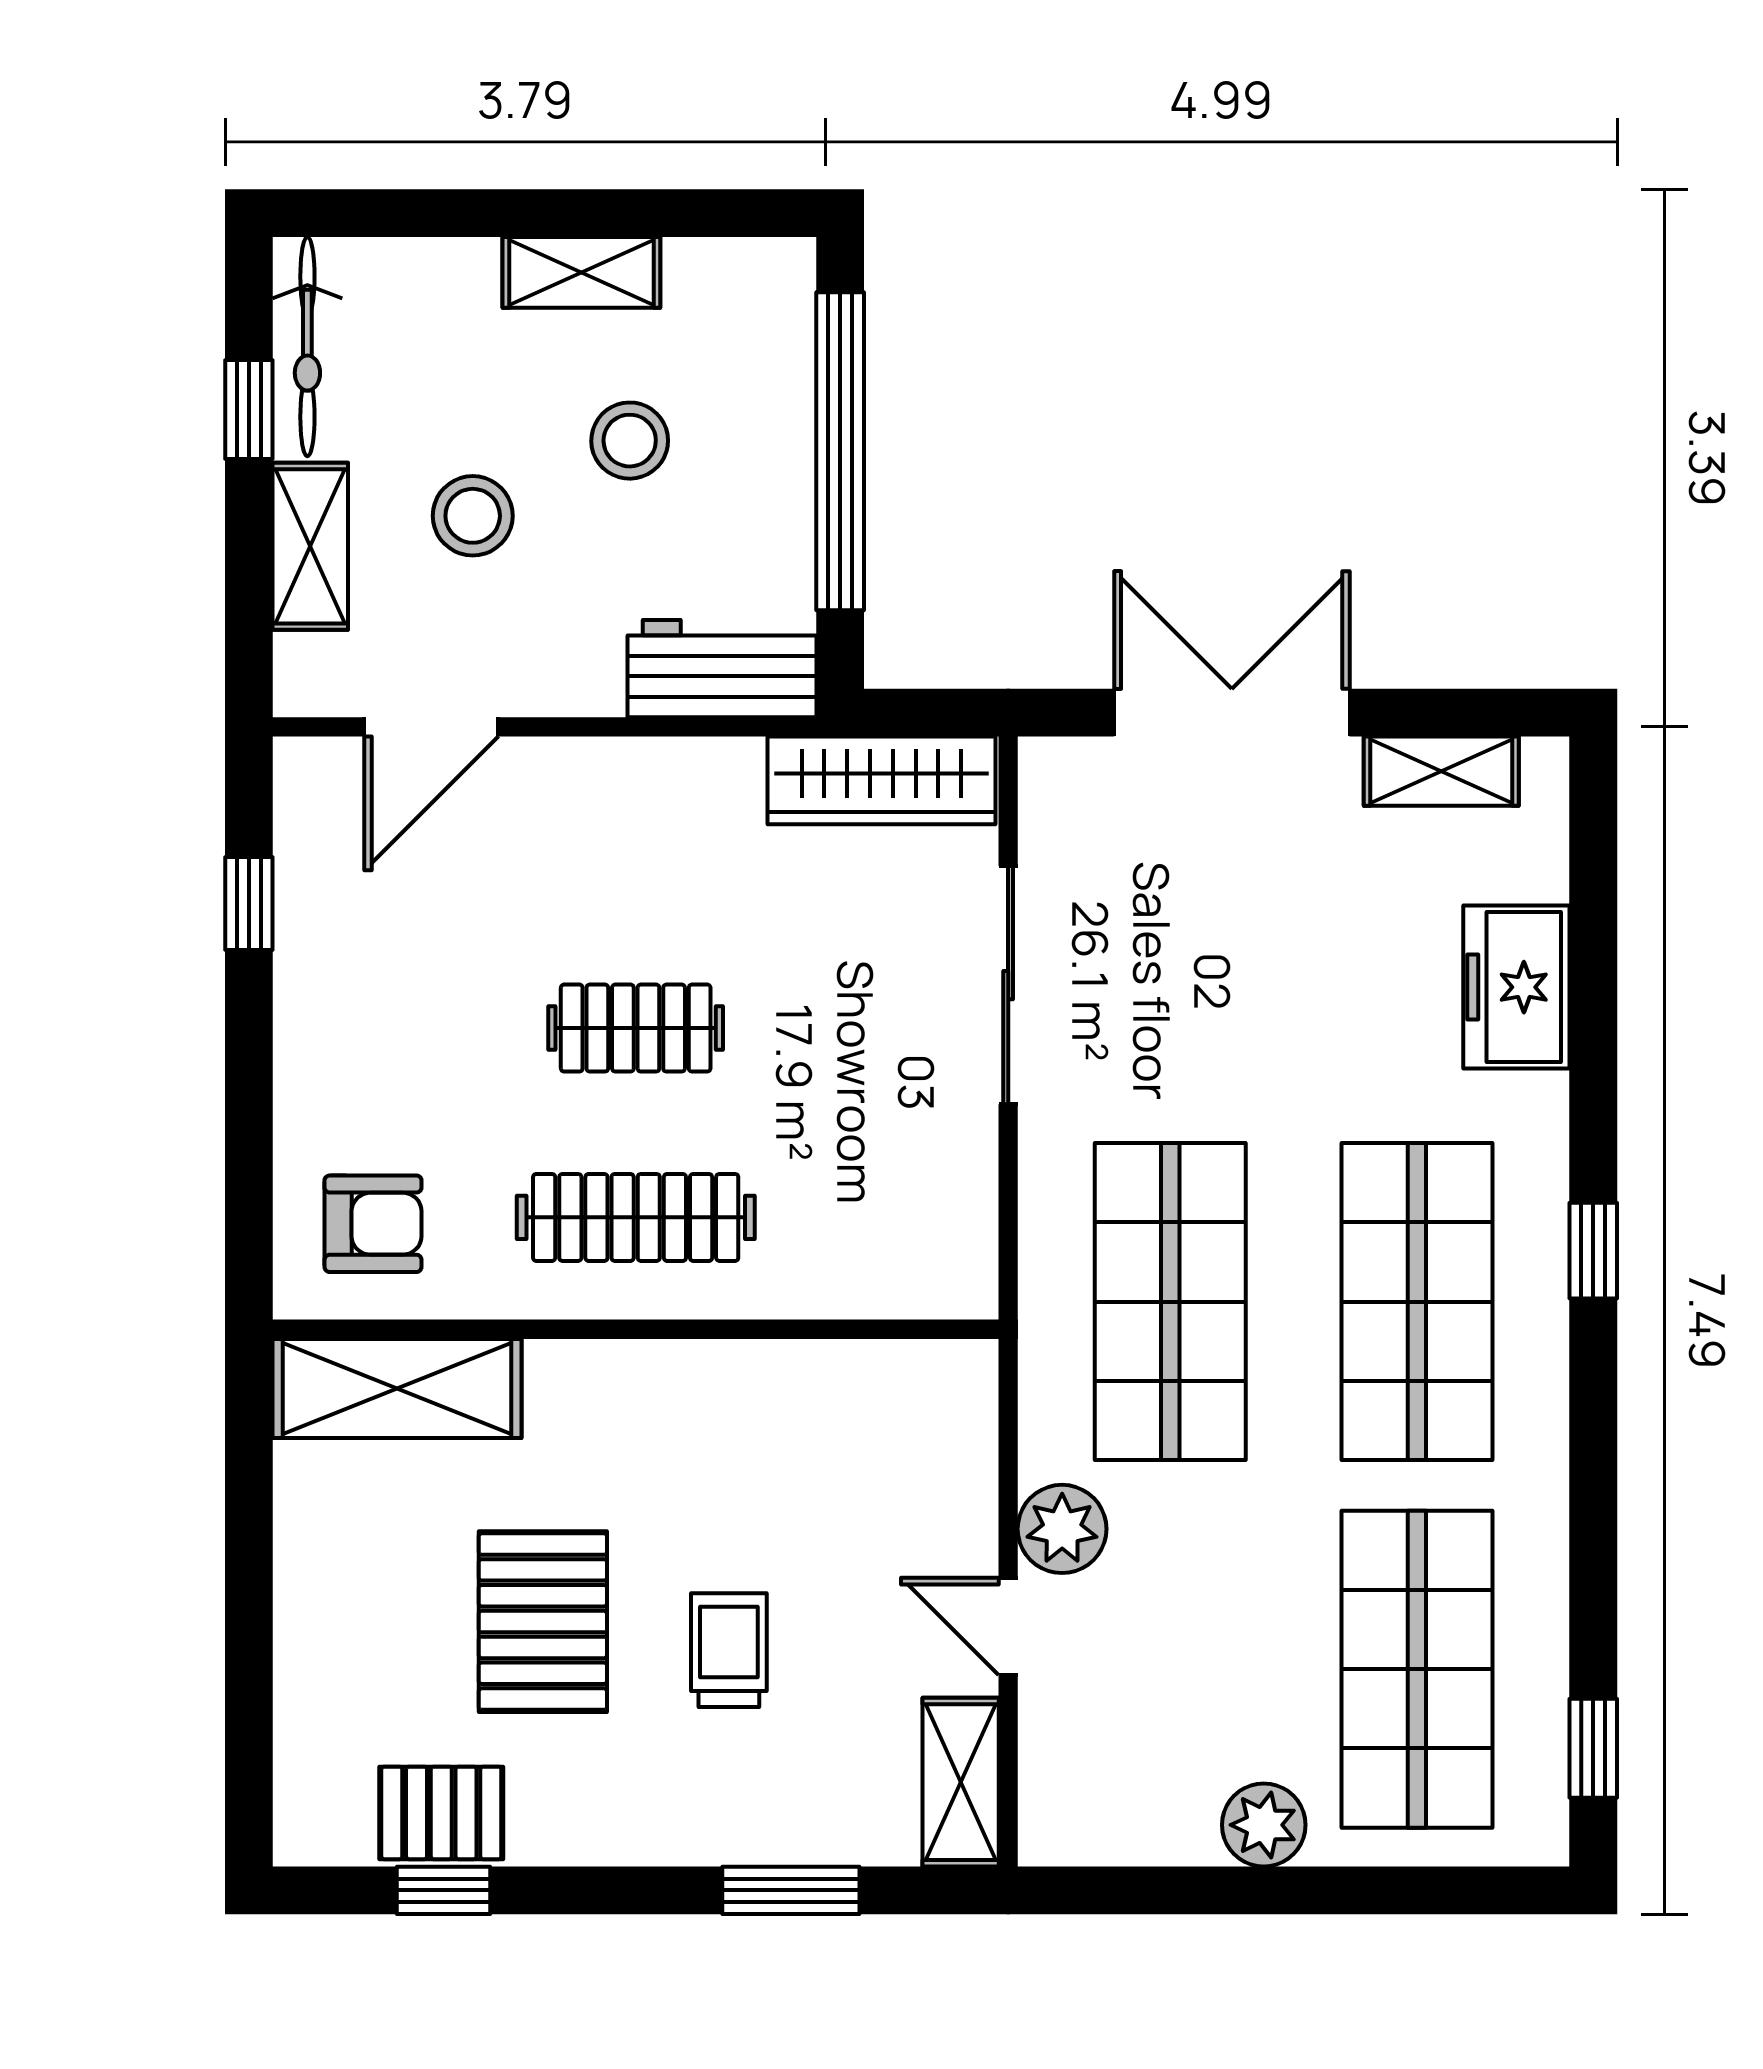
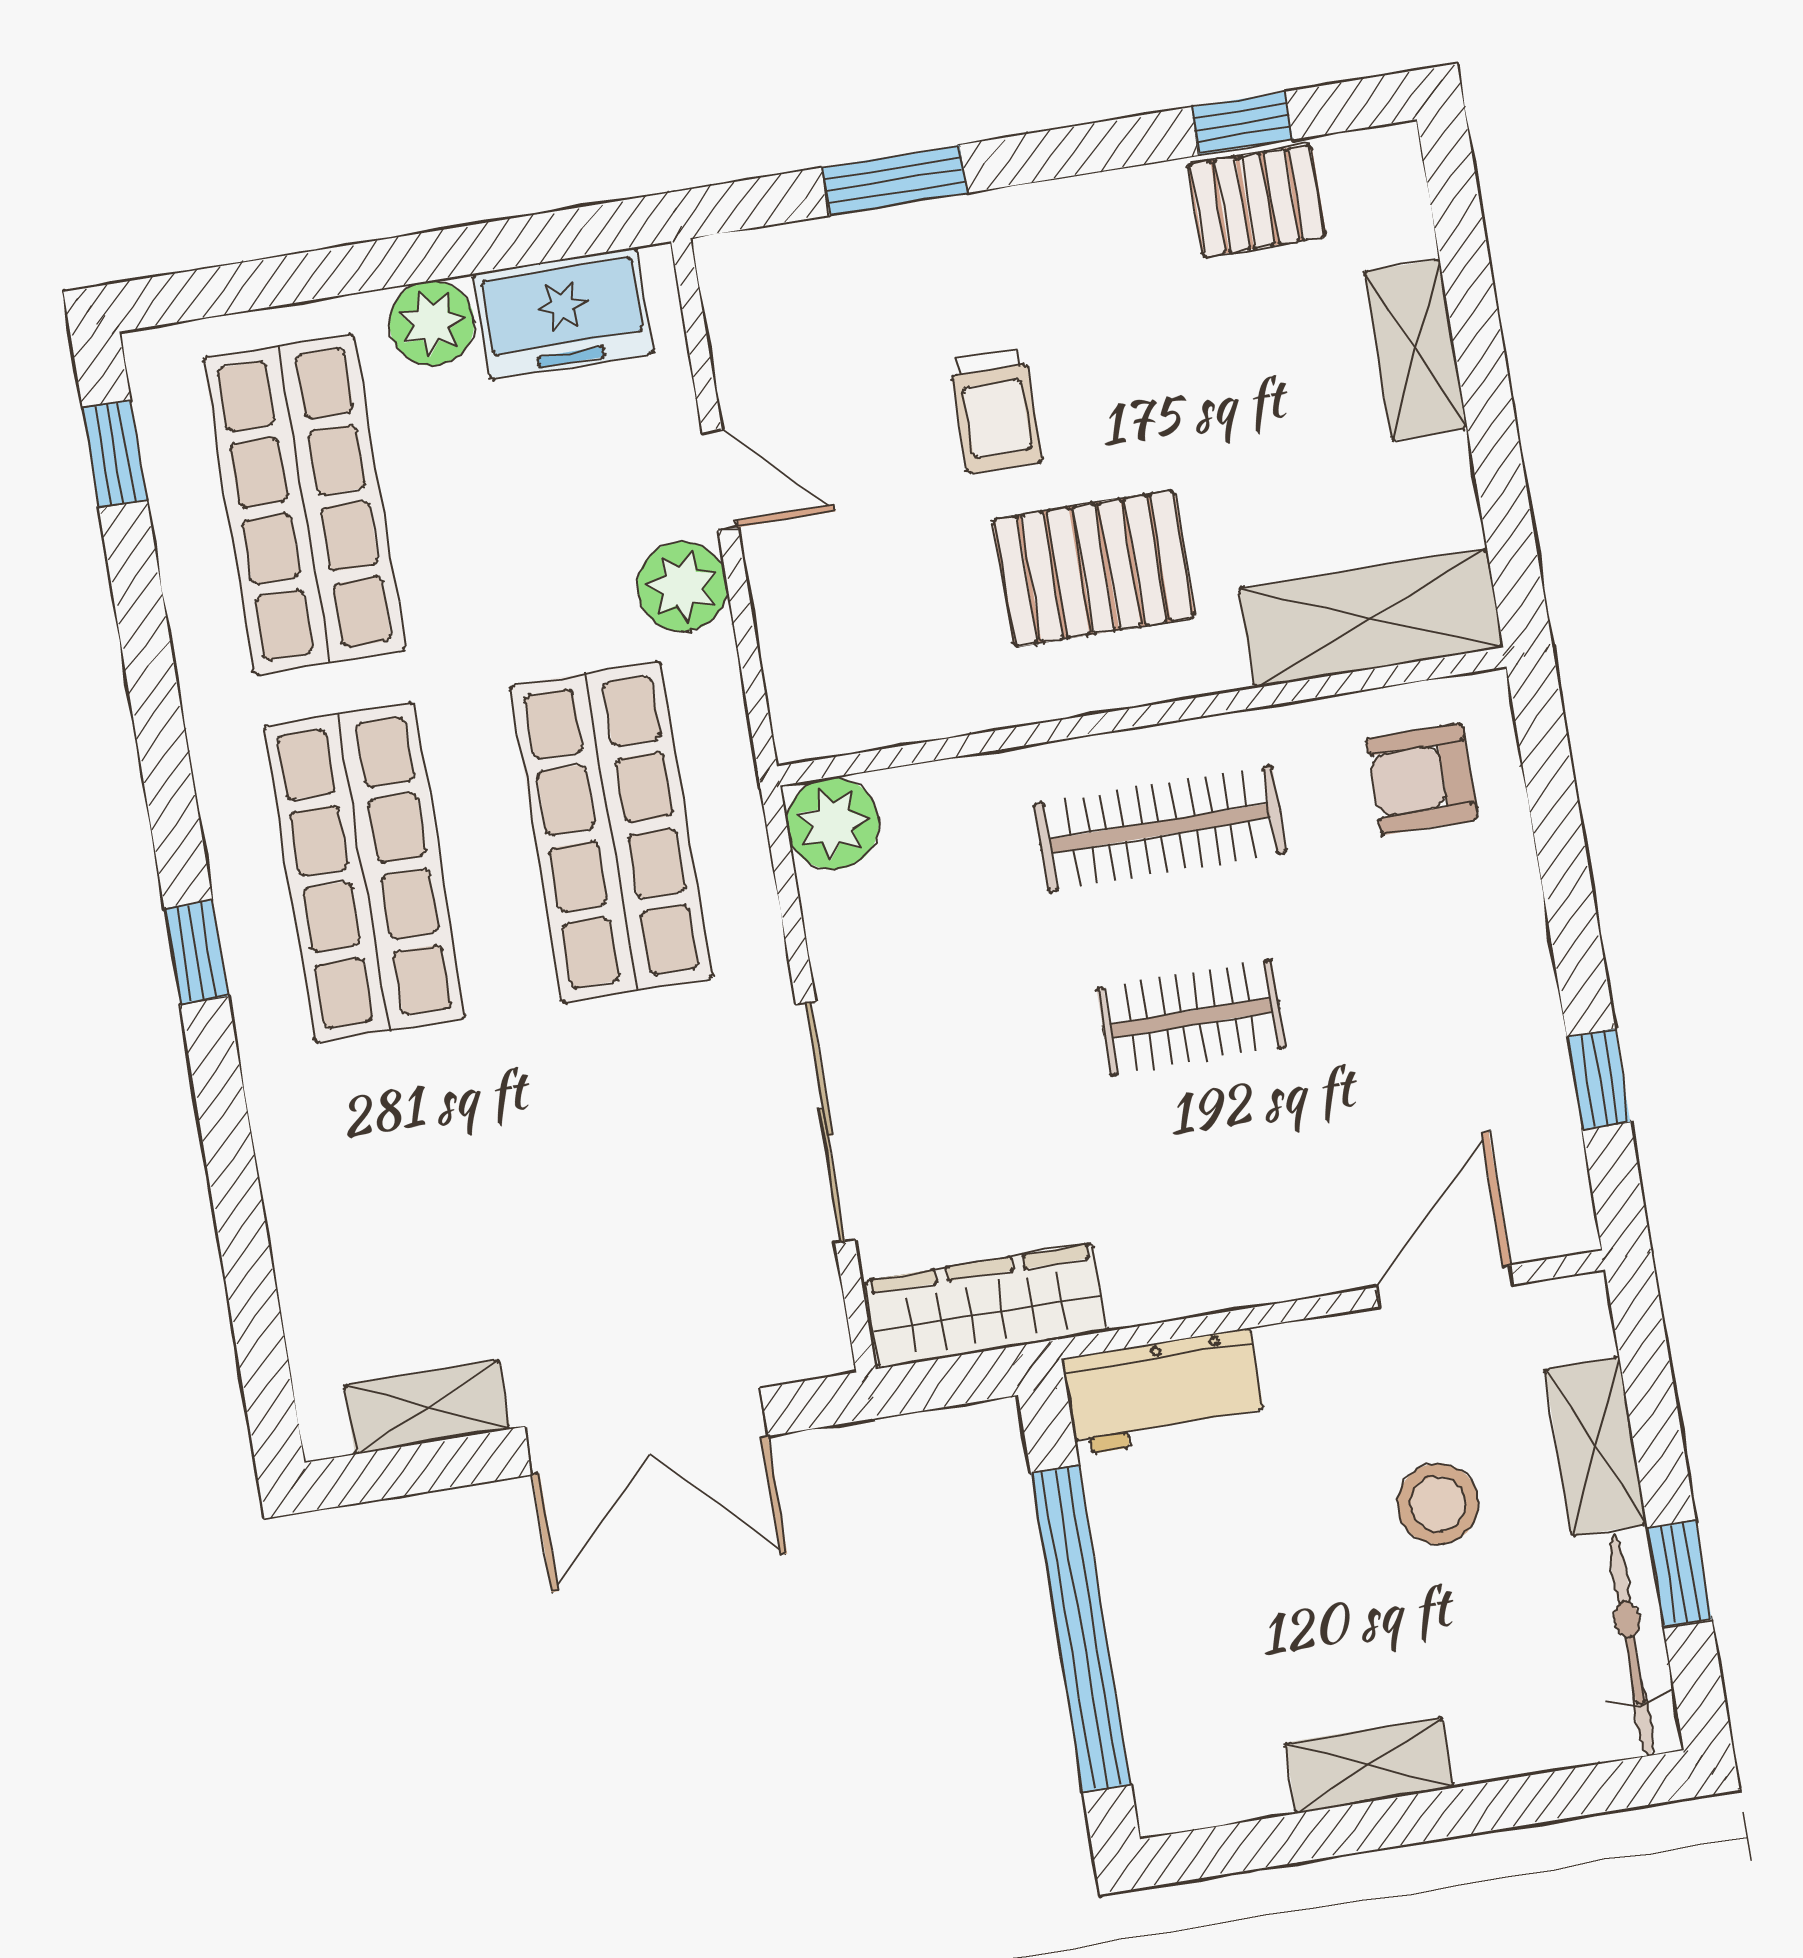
stool: (630, 441) -> (1293, 1605), removed
freezer: (1516, 987) -> (564, 313), moved, turned 90
plant: (953, 1274) -> (833, 823), added
pallet: (543, 1622) -> (1094, 569), moved, turned 90
shelving: (961, 1782) -> (1416, 350), moved

